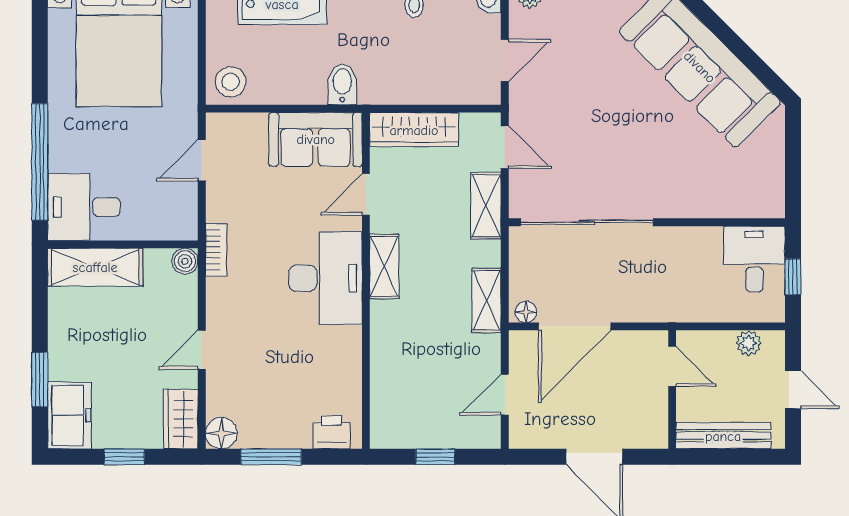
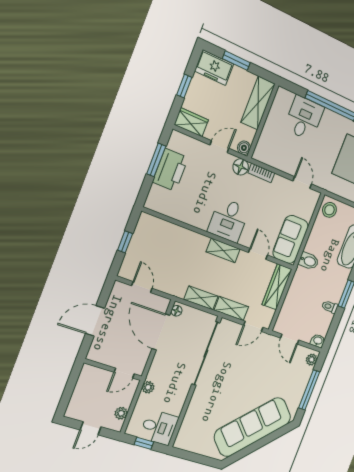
wall: (123, 244) -> (263, 121), moved
boiler: (185, 261) -> (244, 148), moved
shelving: (95, 267) -> (258, 103), moved
desk: (326, 278) -> (229, 220), width x0.73
shelving: (486, 300) -> (201, 298), moved
plant: (685, 310) -> (148, 387), added
door: (202, 350) -> (219, 147), hinge flipped
printer: (332, 432) -> (170, 170), moved, width x1.87, depth x1.48
floor lamp: (221, 433) -> (241, 167), moved
bench: (723, 436) -> (81, 388), removed

